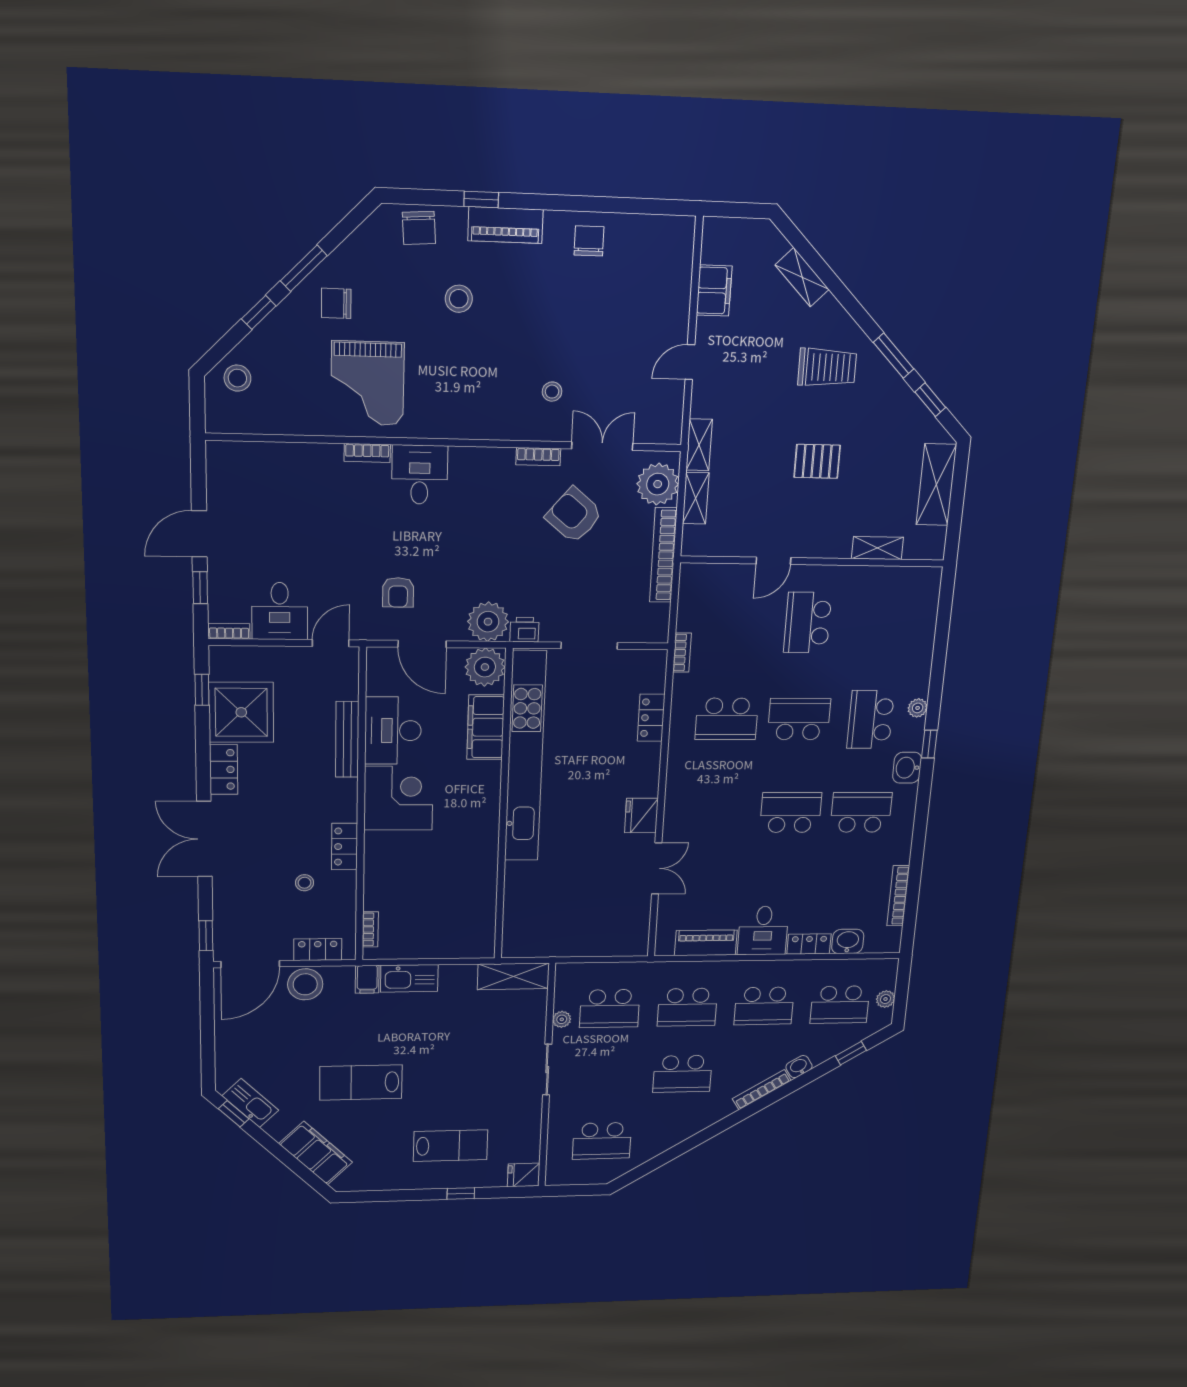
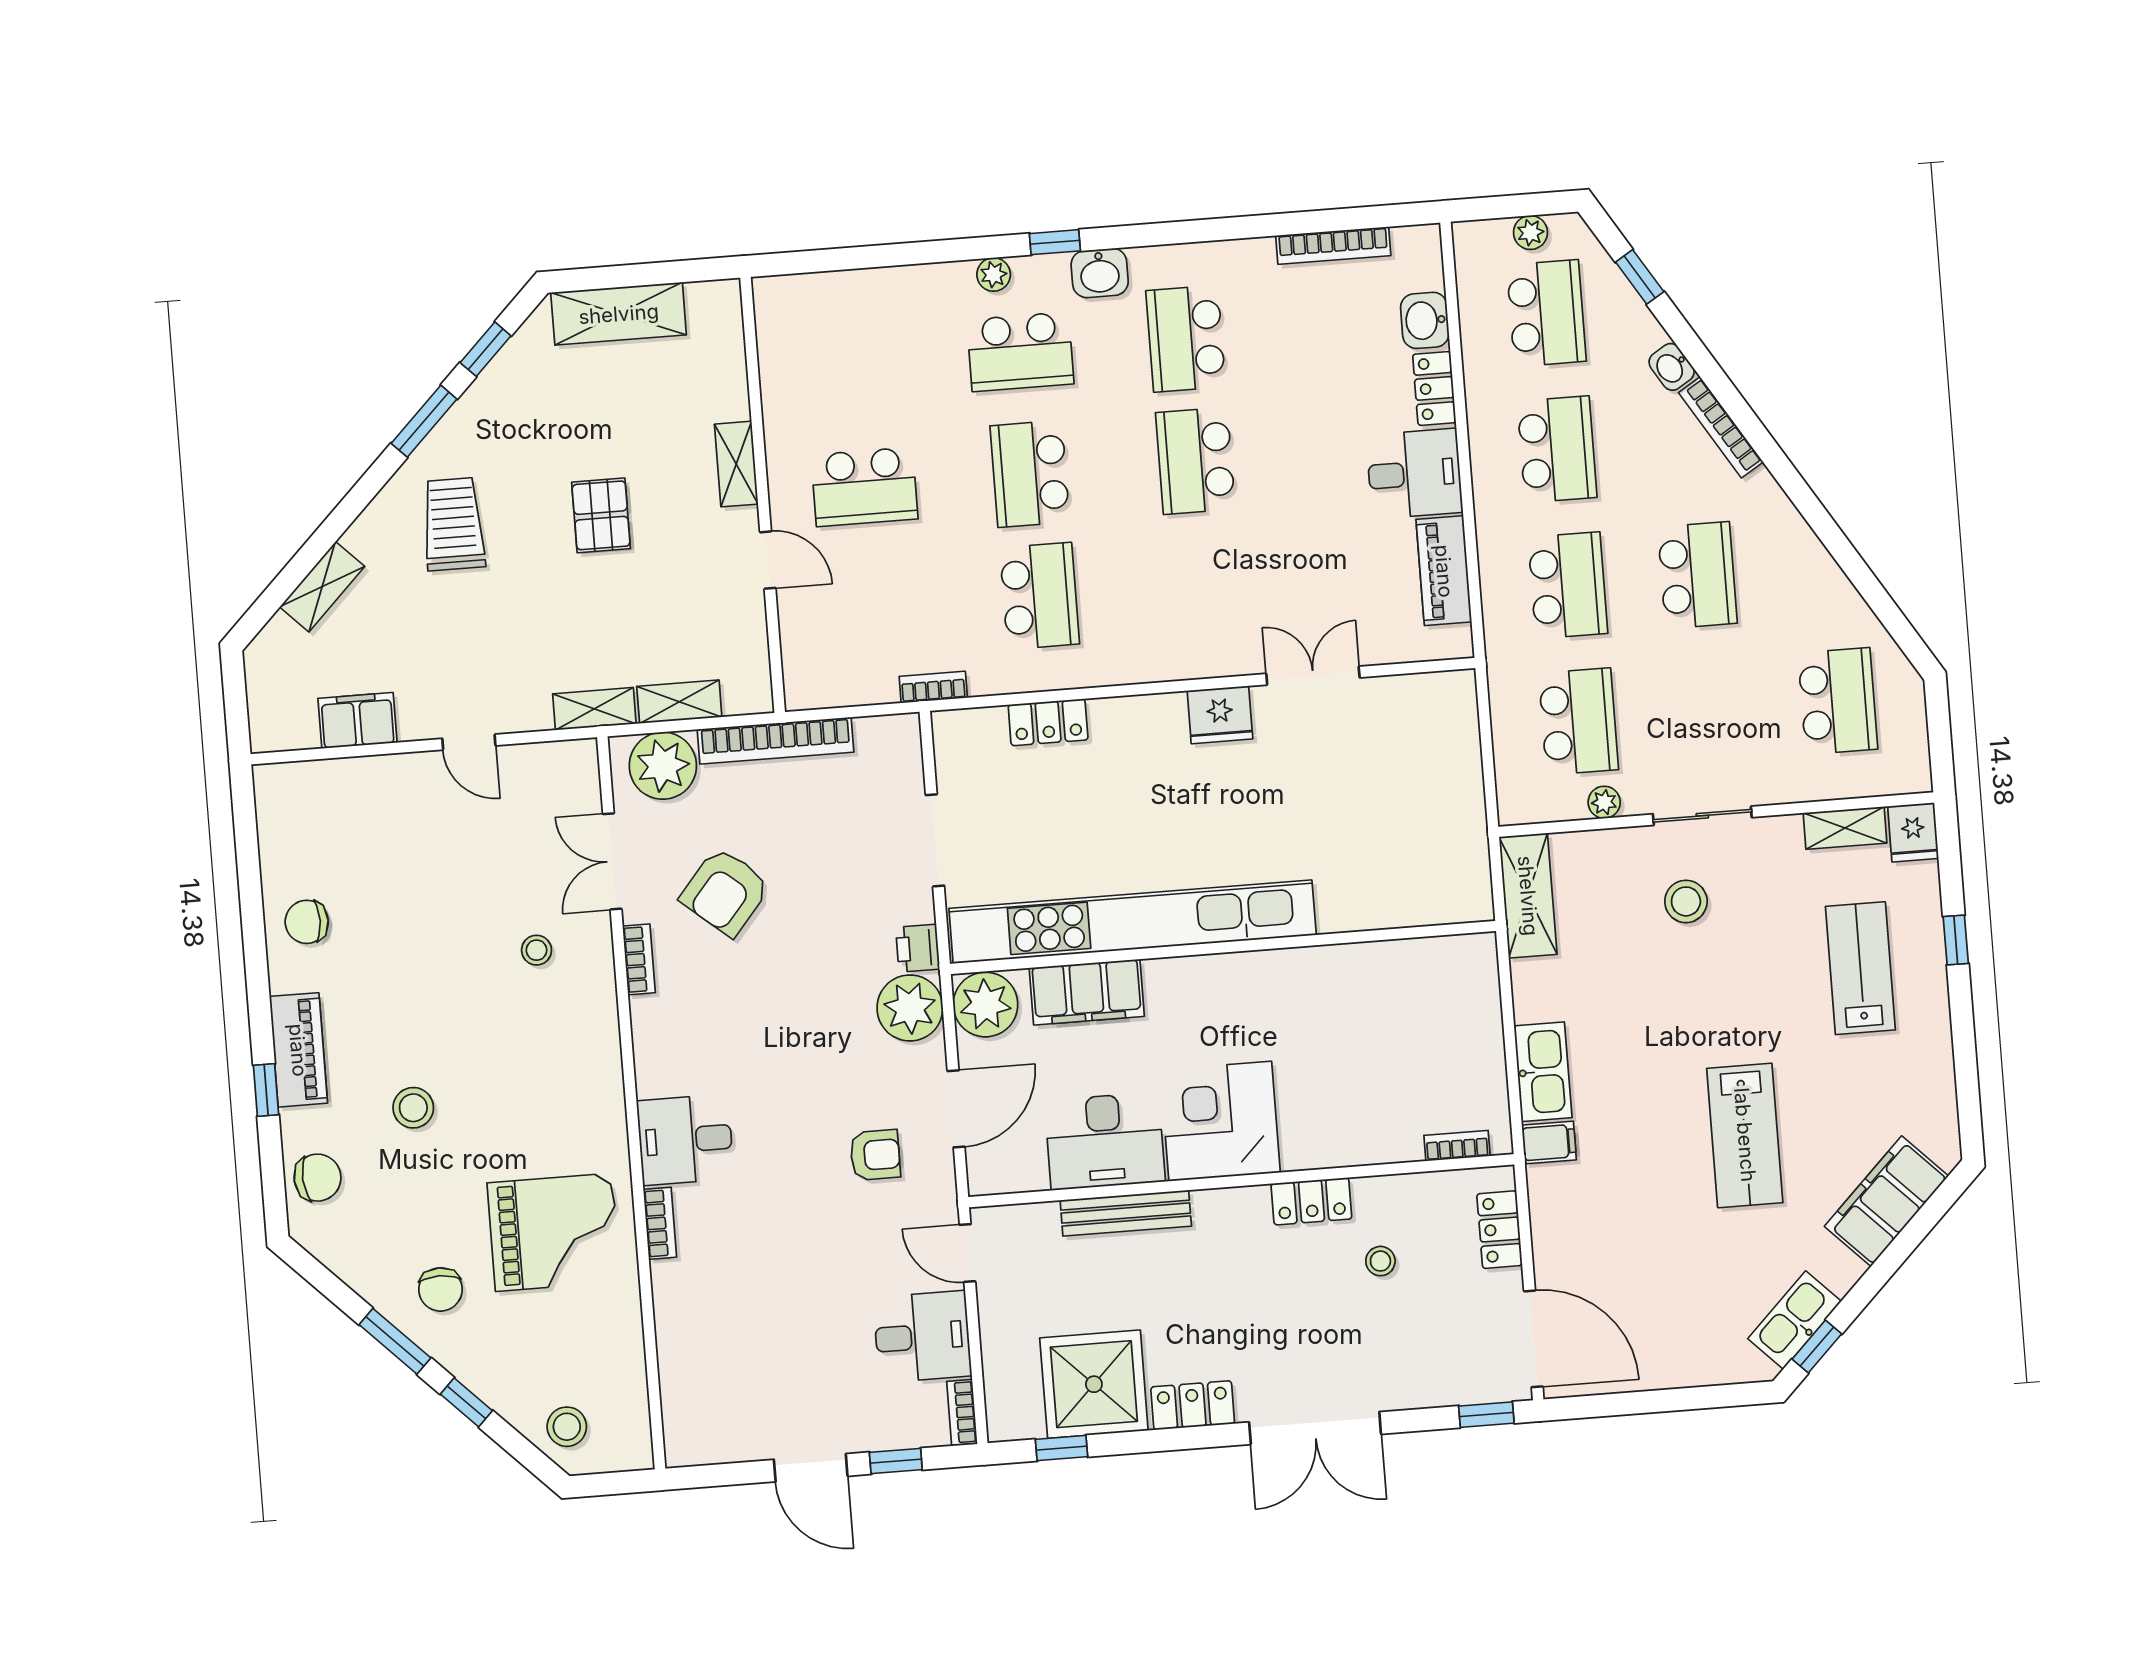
shelving: (877, 548) -> (736, 464), moved
stool: (305, 984) -> (1686, 901), moved, width x0.73, depth x0.73
shelving: (531, 1141) -> (1845, 828), added

